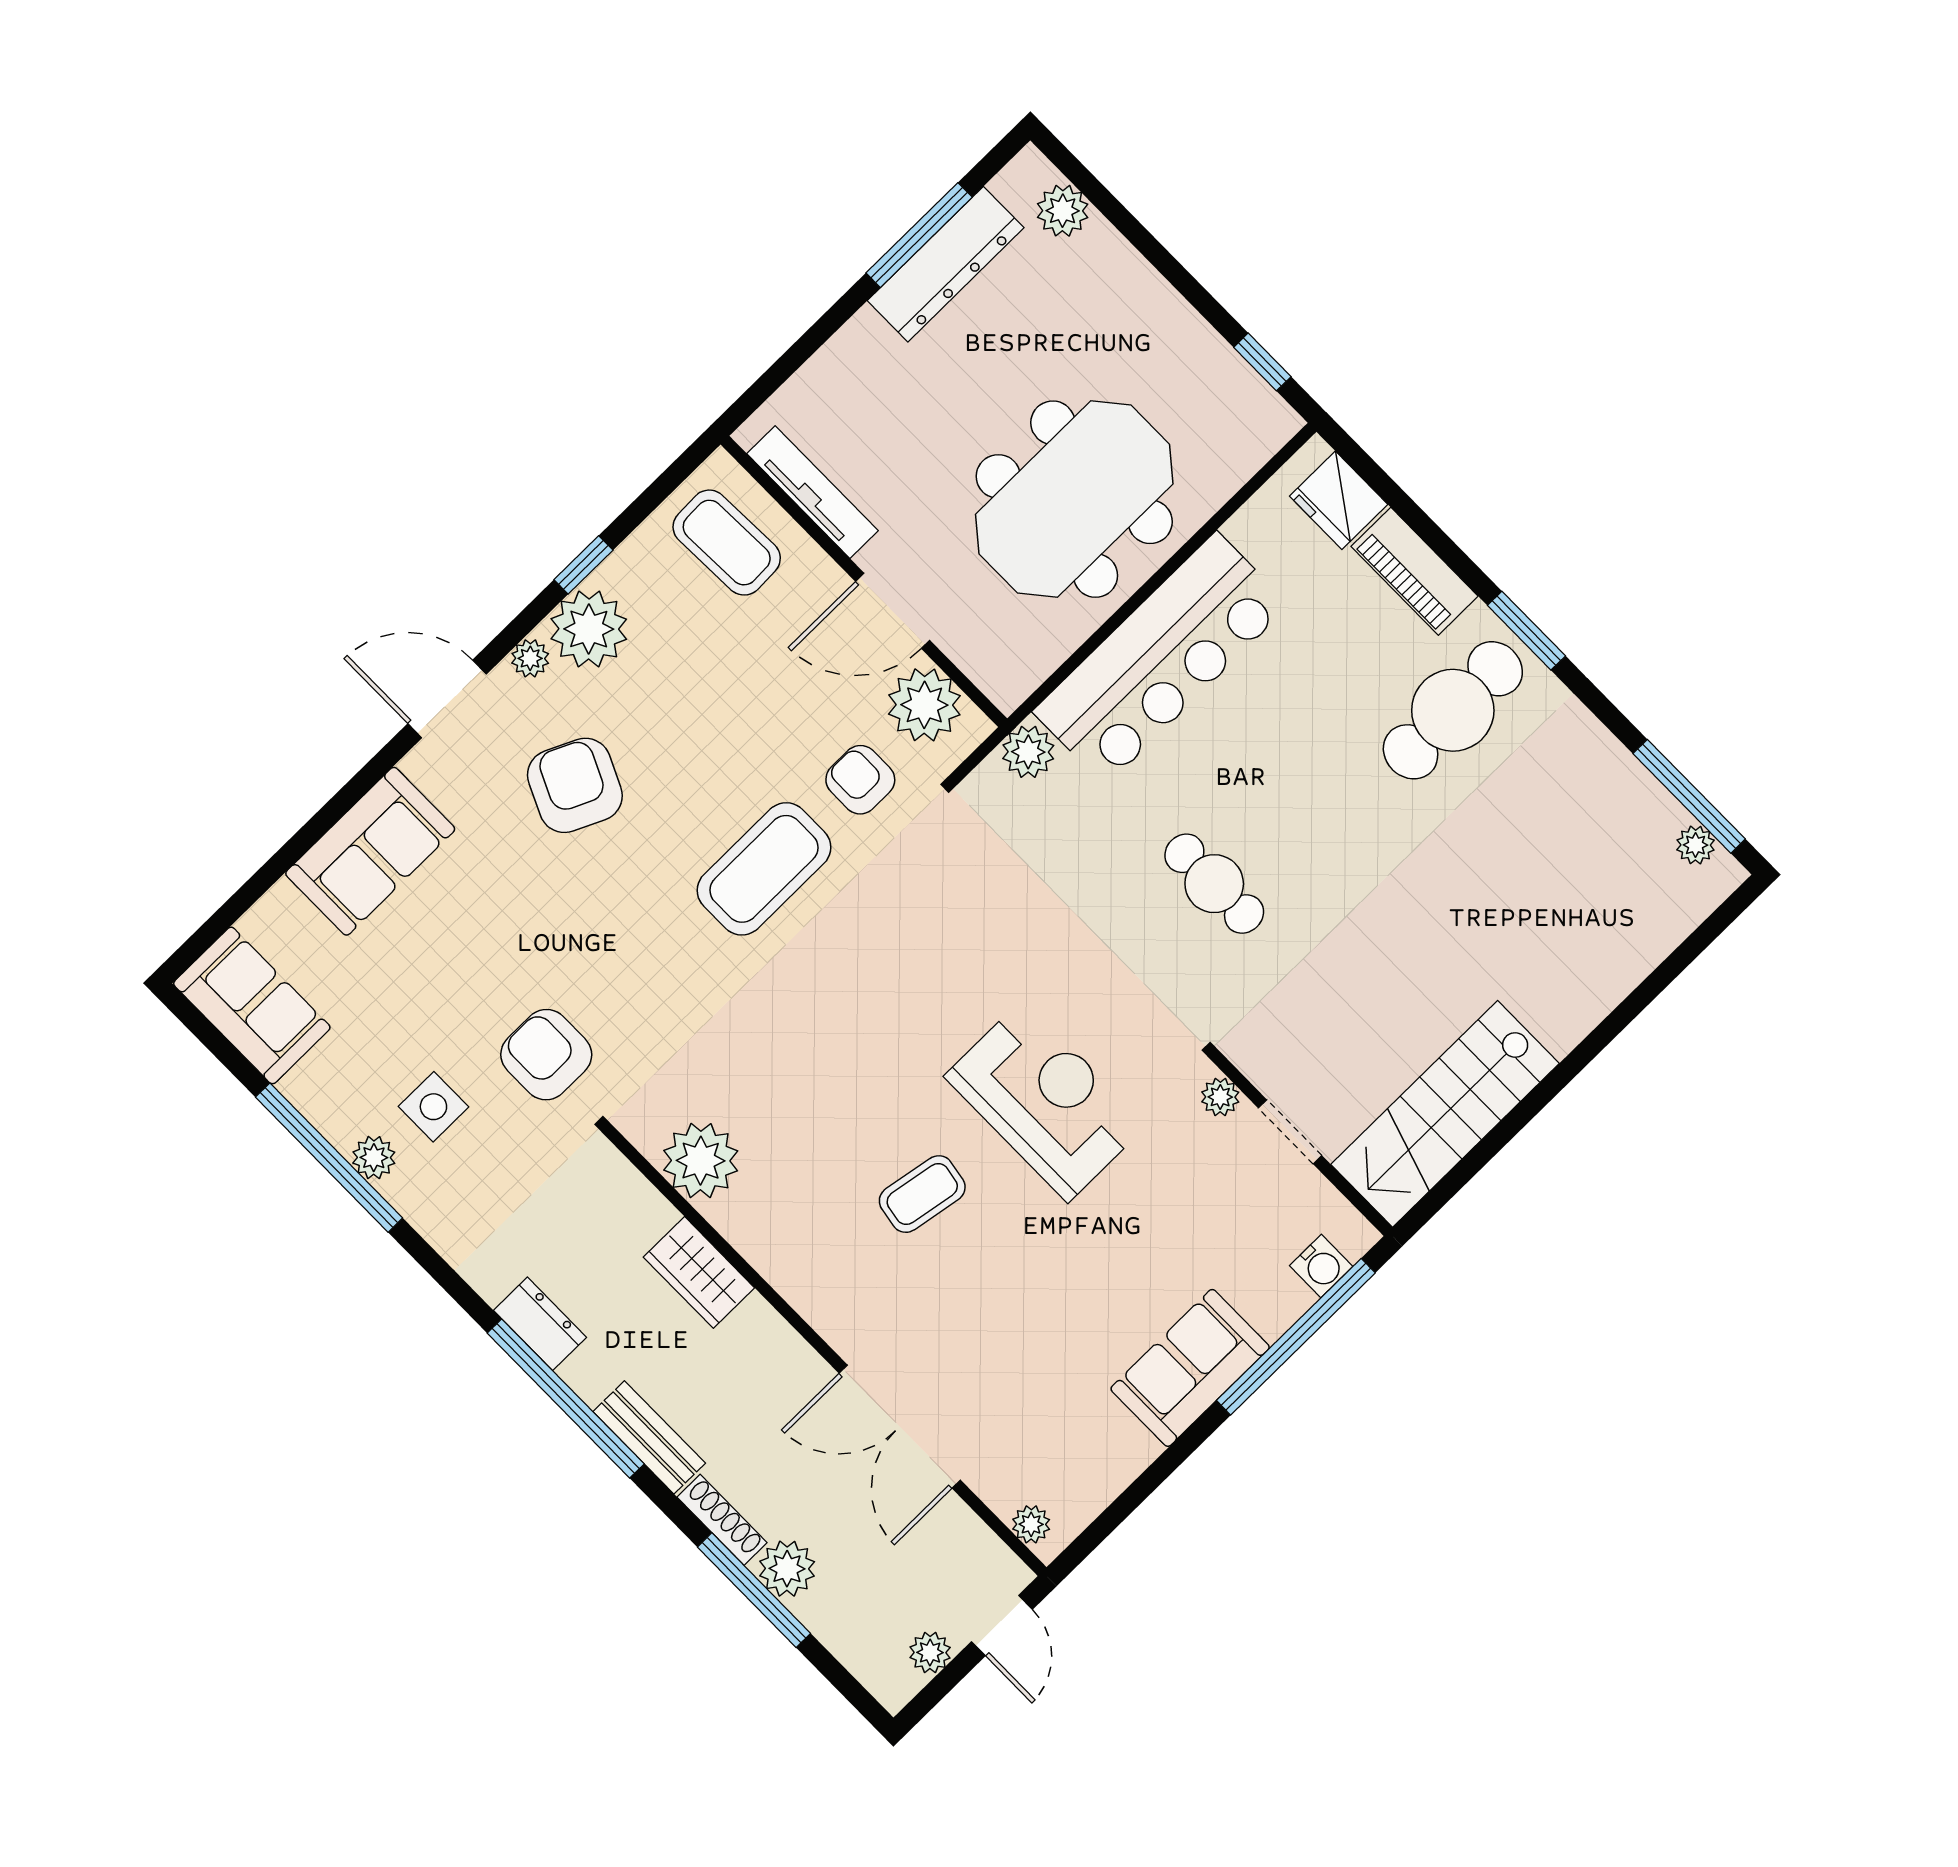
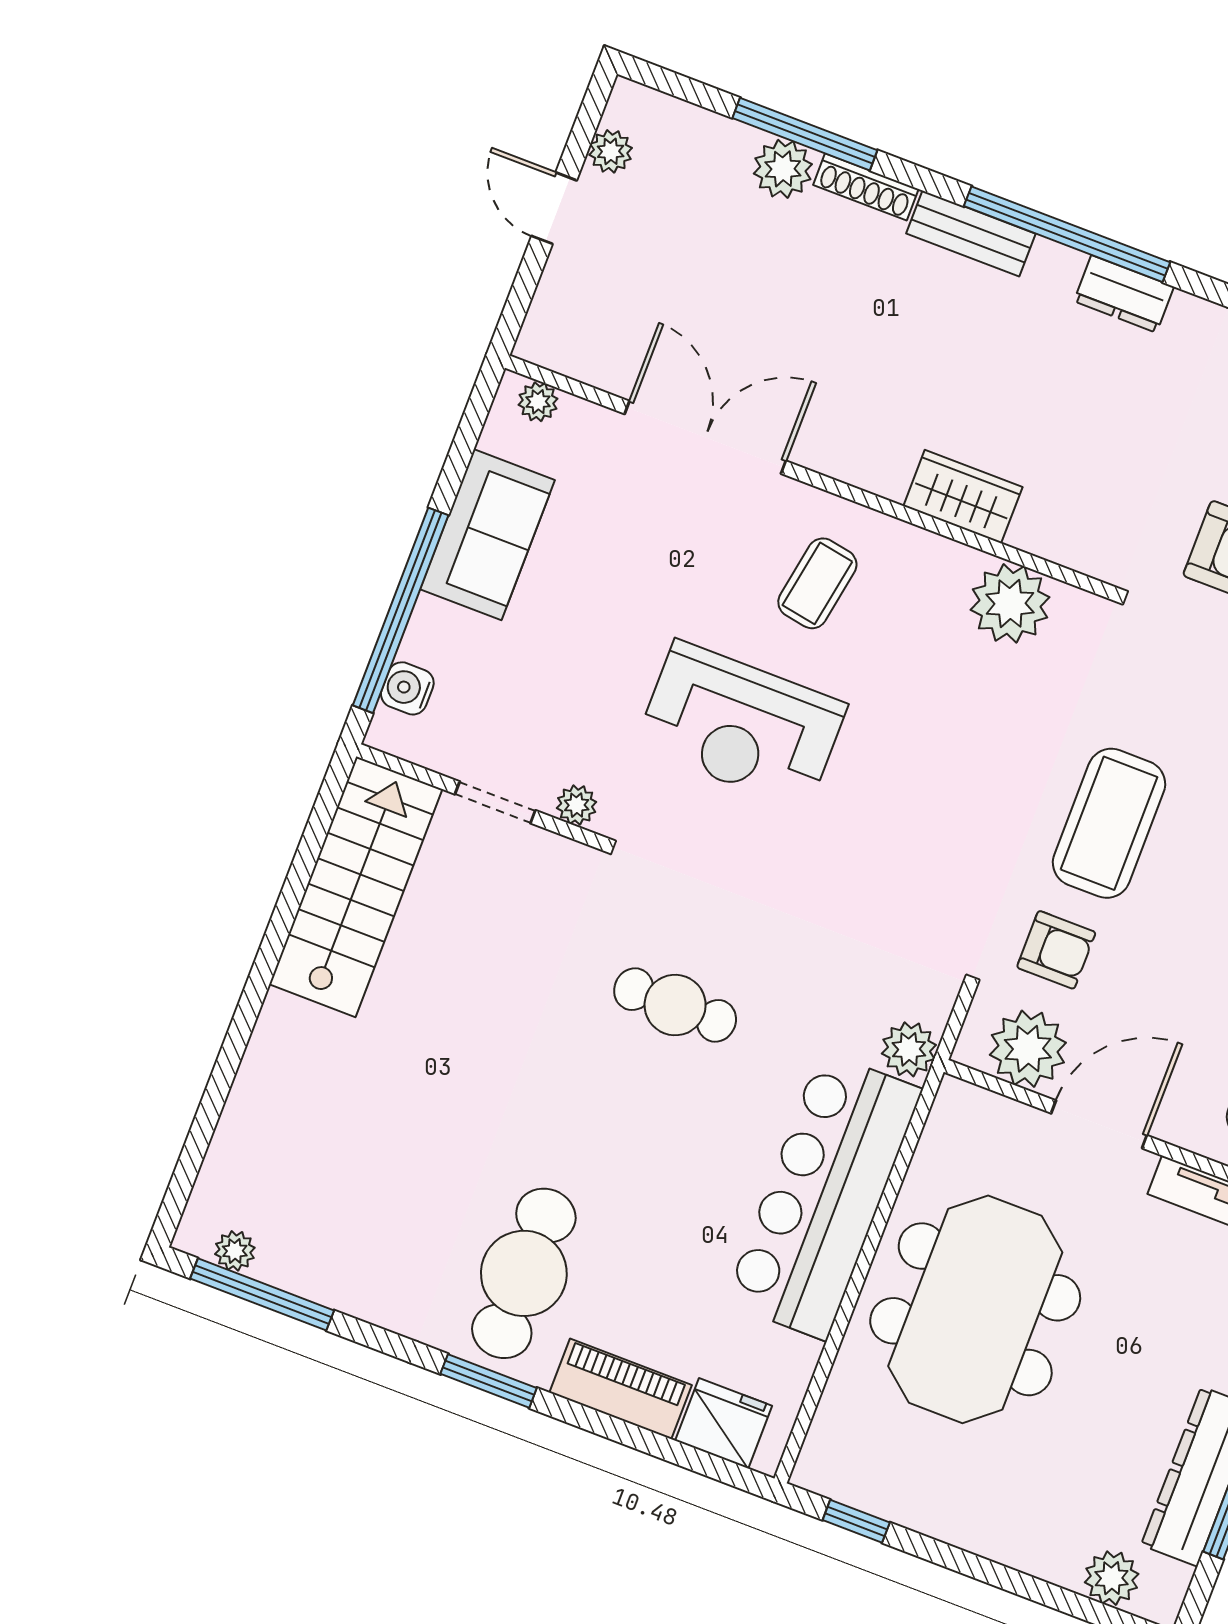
plant: (701, 1161) -> (1010, 603), moved
wardrobe: (699, 1272) -> (963, 496), moved
wall: (825, 1350) -> (810, 477), moved
double door: (900, 1427) -> (705, 437), moved
plant: (1031, 1524) -> (538, 402), moved

